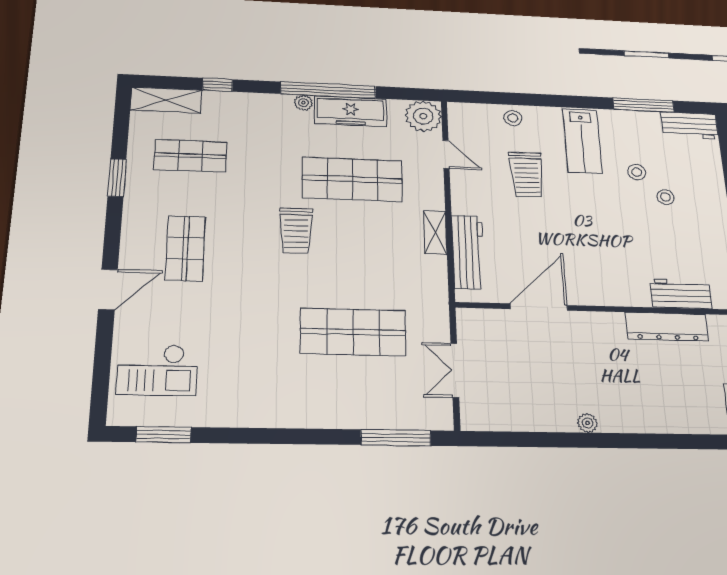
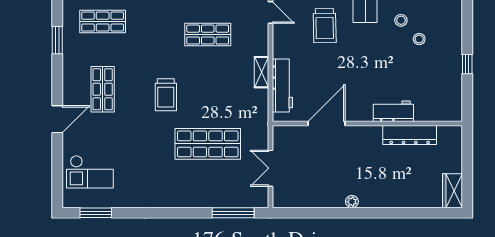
shop shelf: (352, 179) -> (208, 35), width x0.70, depth x0.74
trolley: (296, 231) -> (166, 95), moved
workbench: (681, 294) -> (393, 111), moved

